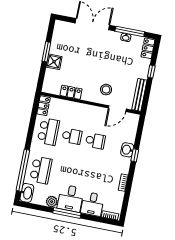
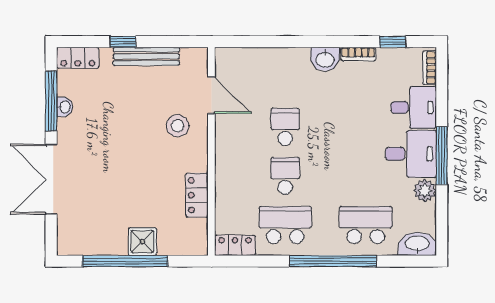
window: (46, 52) -> (125, 261), width x2.11
bench: (139, 95) -> (146, 56), moved
washbasin: (127, 150) -> (325, 59), moved
window: (135, 155) -> (393, 42), moved
window: (23, 170) -> (333, 261), moved

